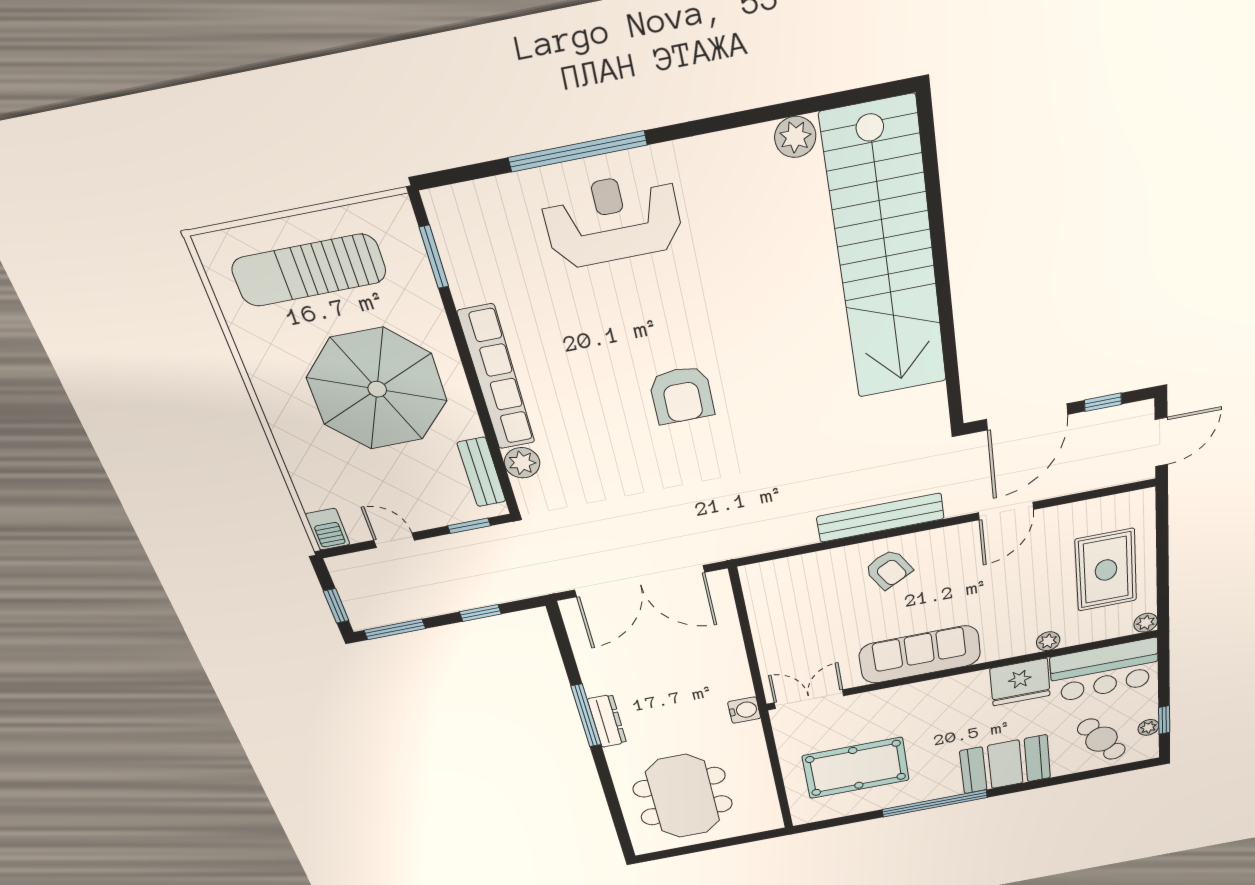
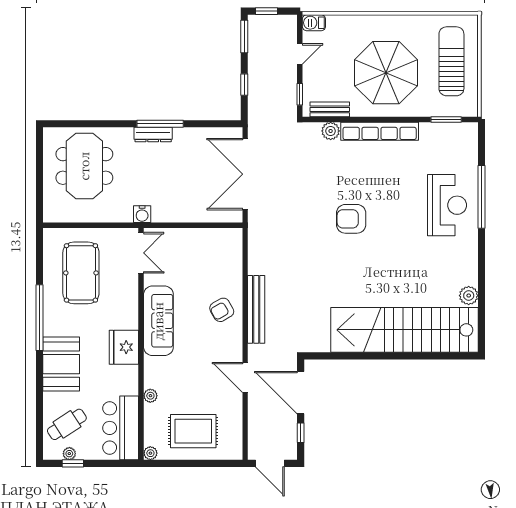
fridge: (1020, 682) -> (124, 347), moved
meeting table: (683, 796) -> (84, 166), turned 90

